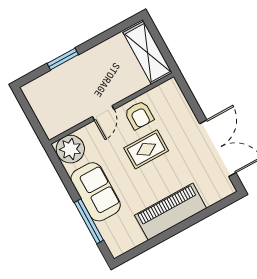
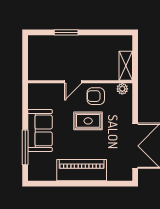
shelving: (148, 53) -> (126, 66), width x0.67, depth x0.75
armchair: (139, 115) -> (96, 96), turned 90
plant: (70, 149) -> (122, 89), moved, width x0.53, depth x0.53

